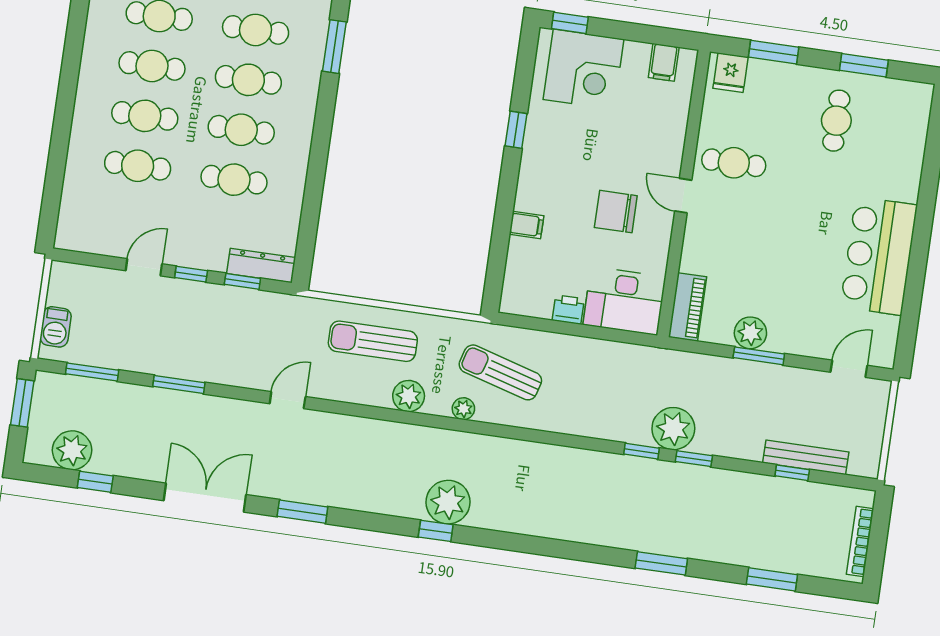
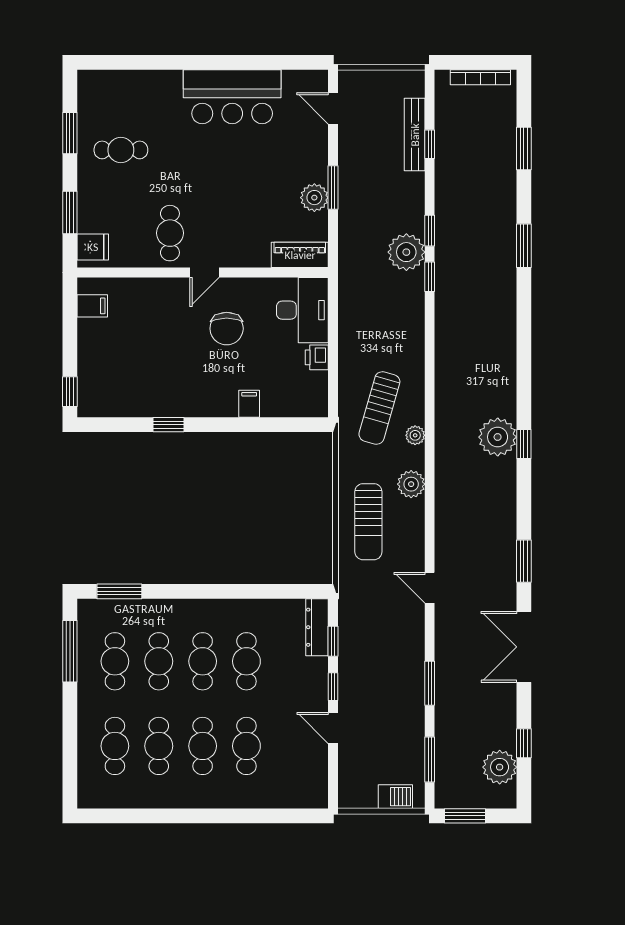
corner desk: (584, 69) -> (108, 374), removed

